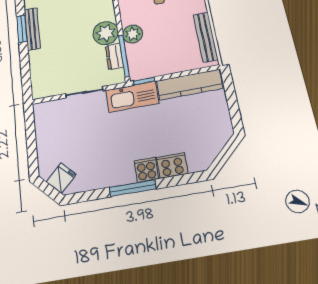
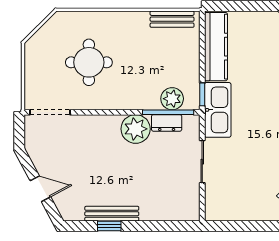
window: (22, 29) -> (109, 226), width x0.67
plant: (133, 34) -> (172, 99), moved
bench: (206, 37) -> (172, 19), width x0.73

